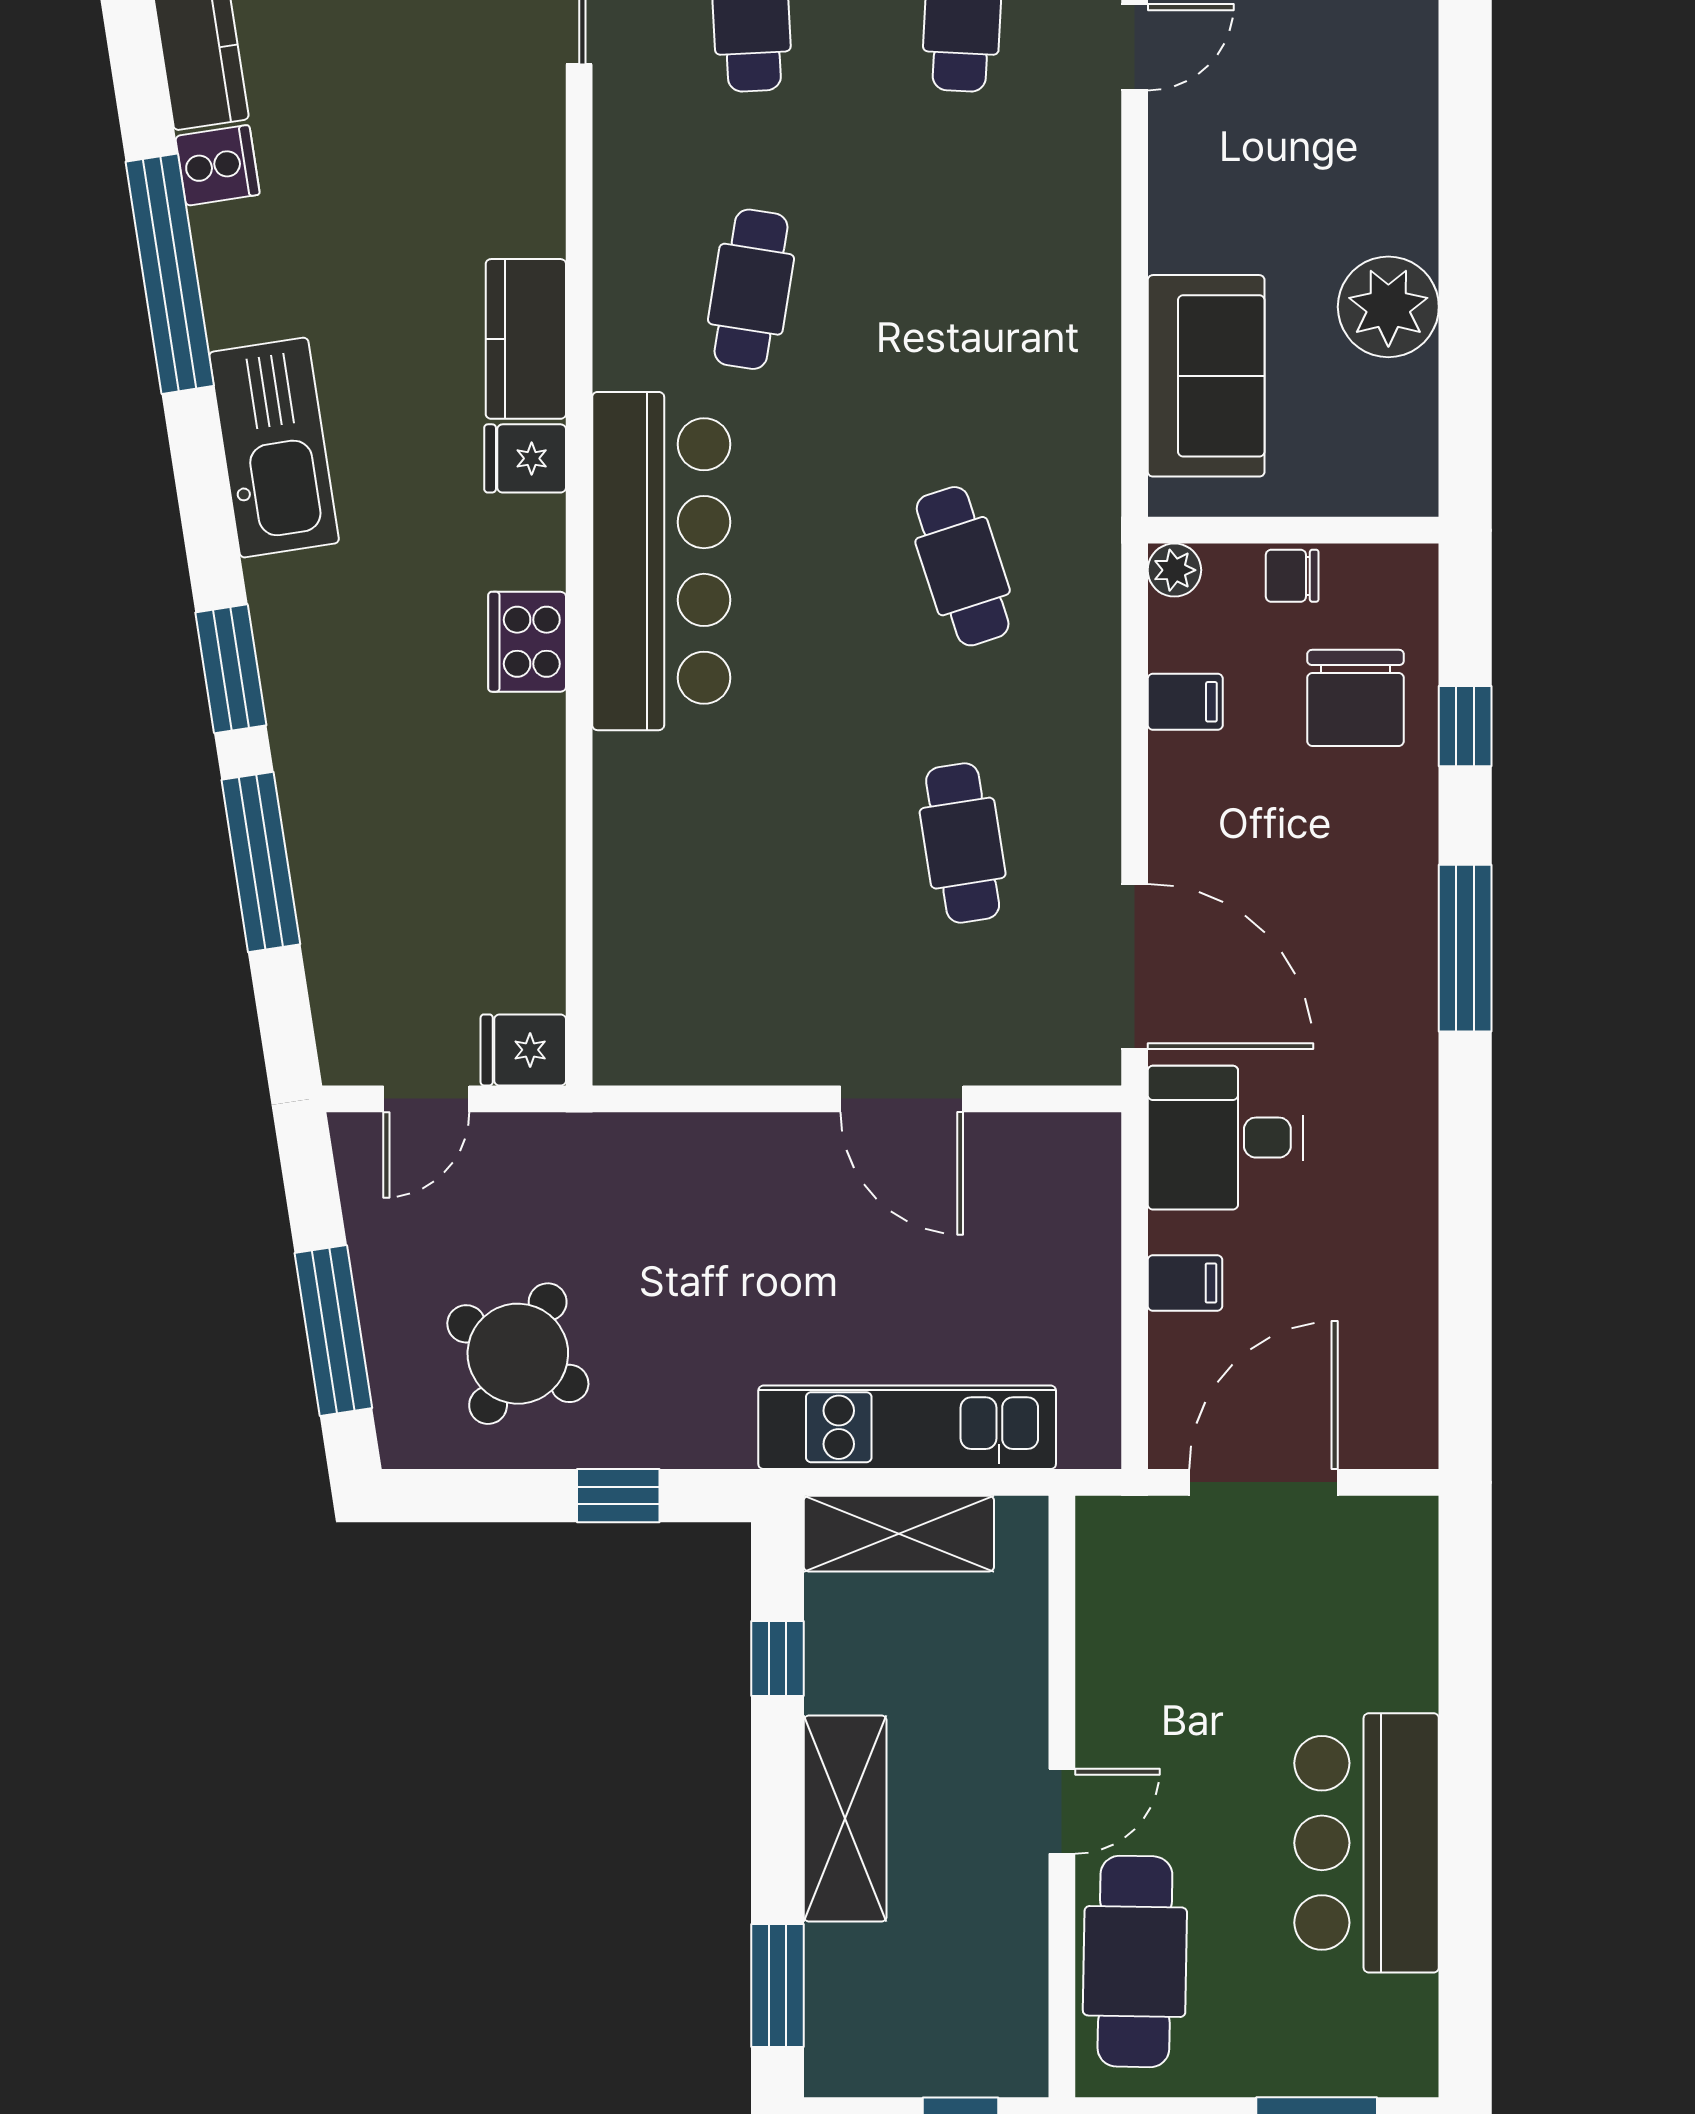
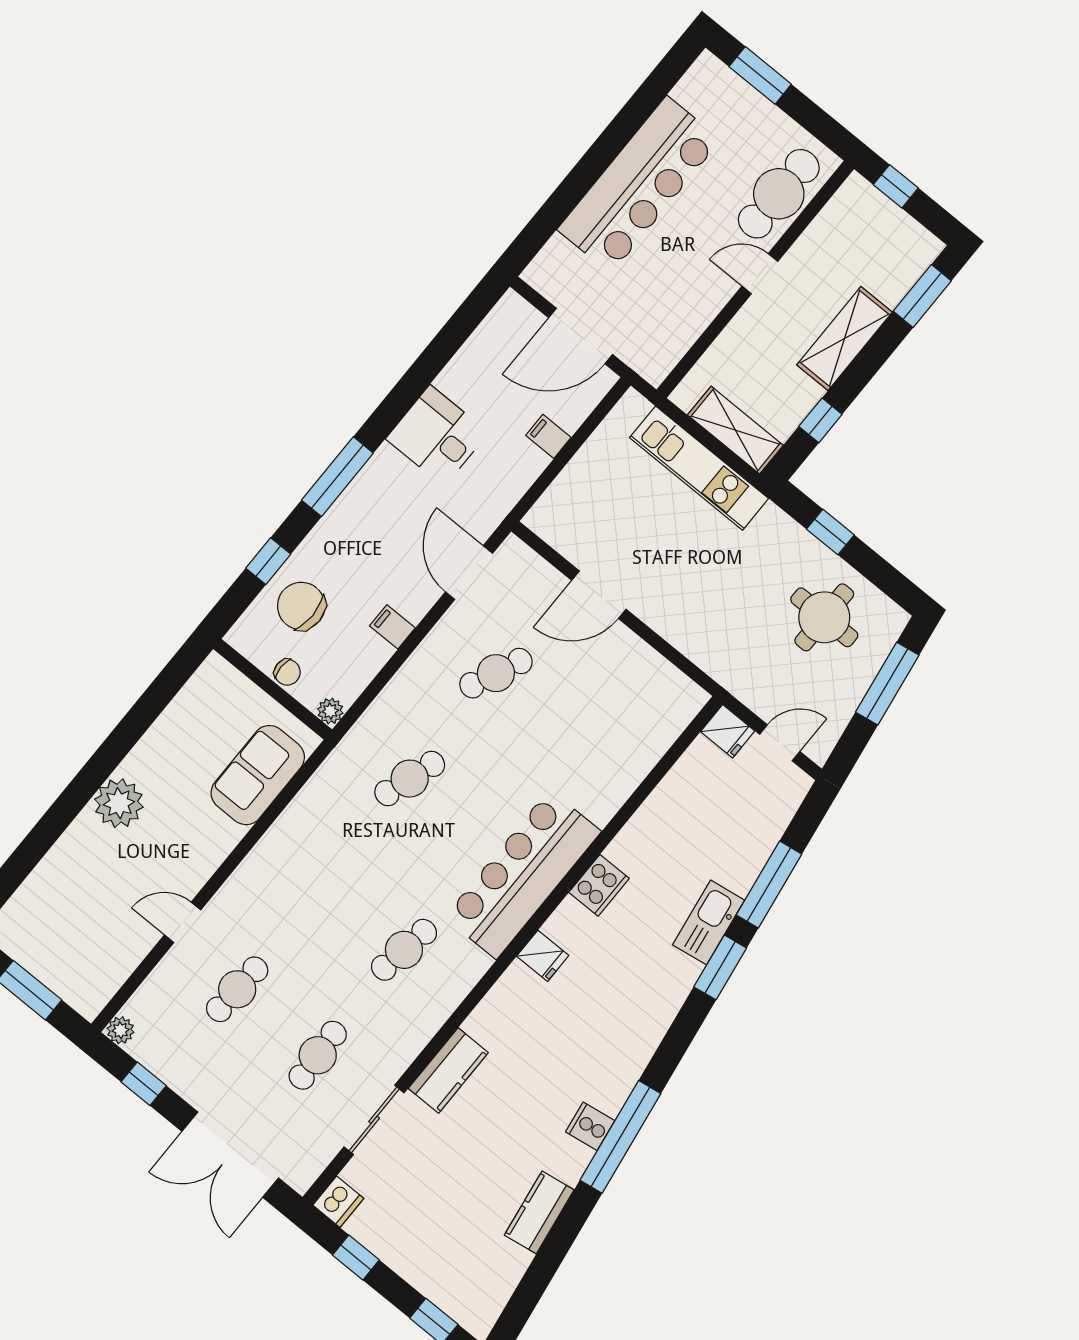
cooker: (218, 165) -> (590, 1126), moved
plant: (1388, 307) -> (119, 803), moved
kitchen counter: (526, 339) -> (448, 1070), moved
kitchen sink: (274, 448) -> (709, 922), moved, width x0.73, depth x0.81
cafe table: (963, 566) -> (410, 779), turned 36
chair: (1356, 698) -> (301, 606), turned -90
filing cabinet: (1185, 702) -> (392, 627), moved
cafe table: (963, 843) -> (496, 673), turned 33
door: (1135, 967) -> (469, 573), width x0.73
door: (902, 1099) -> (599, 595), swing flipped
desk: (1225, 1138) -> (437, 436), moved, turned 180
round table: (518, 1354) -> (824, 617), turned -30
bar counter: (1367, 1843) -> (639, 185), width x1.36

